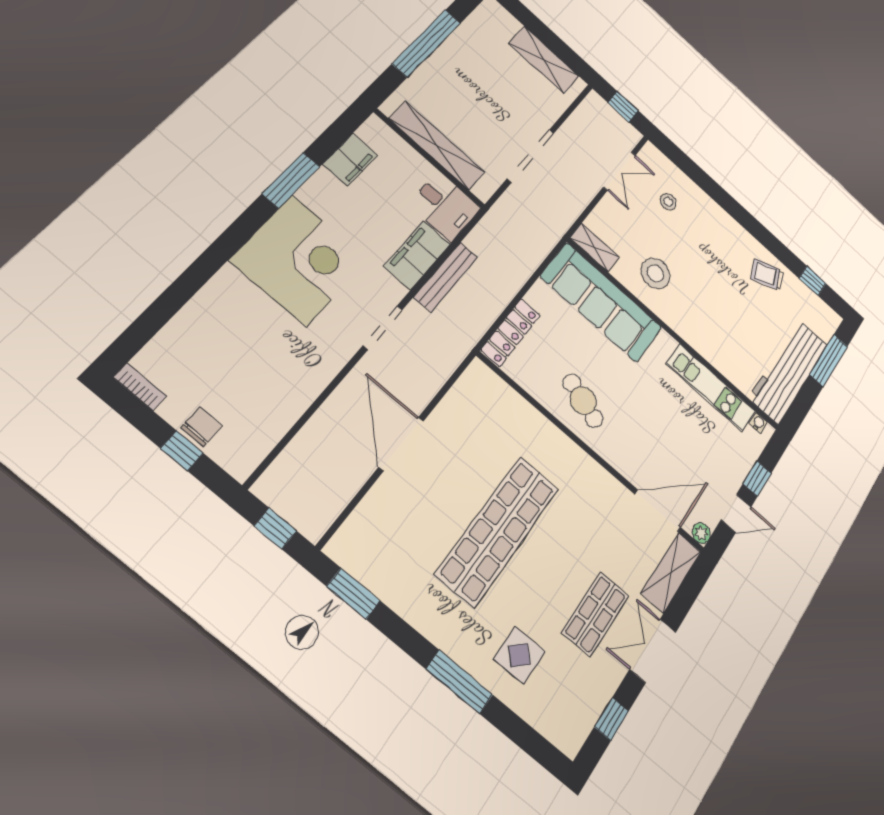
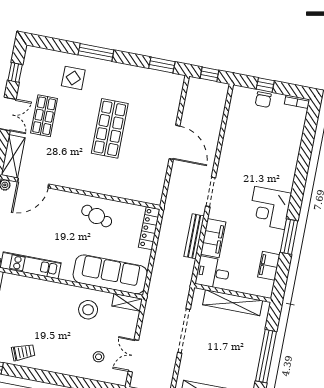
corner desk: (299, 260) -> (270, 208), width x0.74, depth x0.74
shop shelf: (498, 531) -> (110, 128), width x0.71

